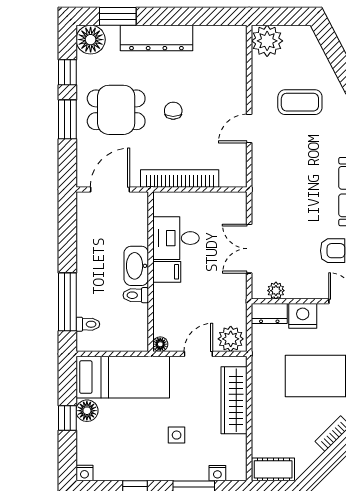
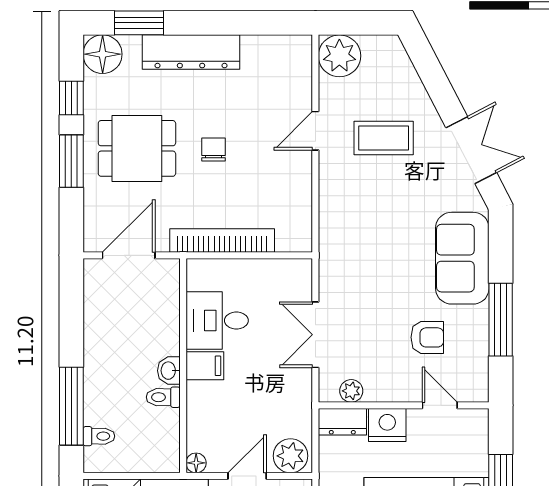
door: (249, 129) -> (315, 131), moved
washbasin: (136, 266) -> (169, 371), width x0.52, depth x0.69

